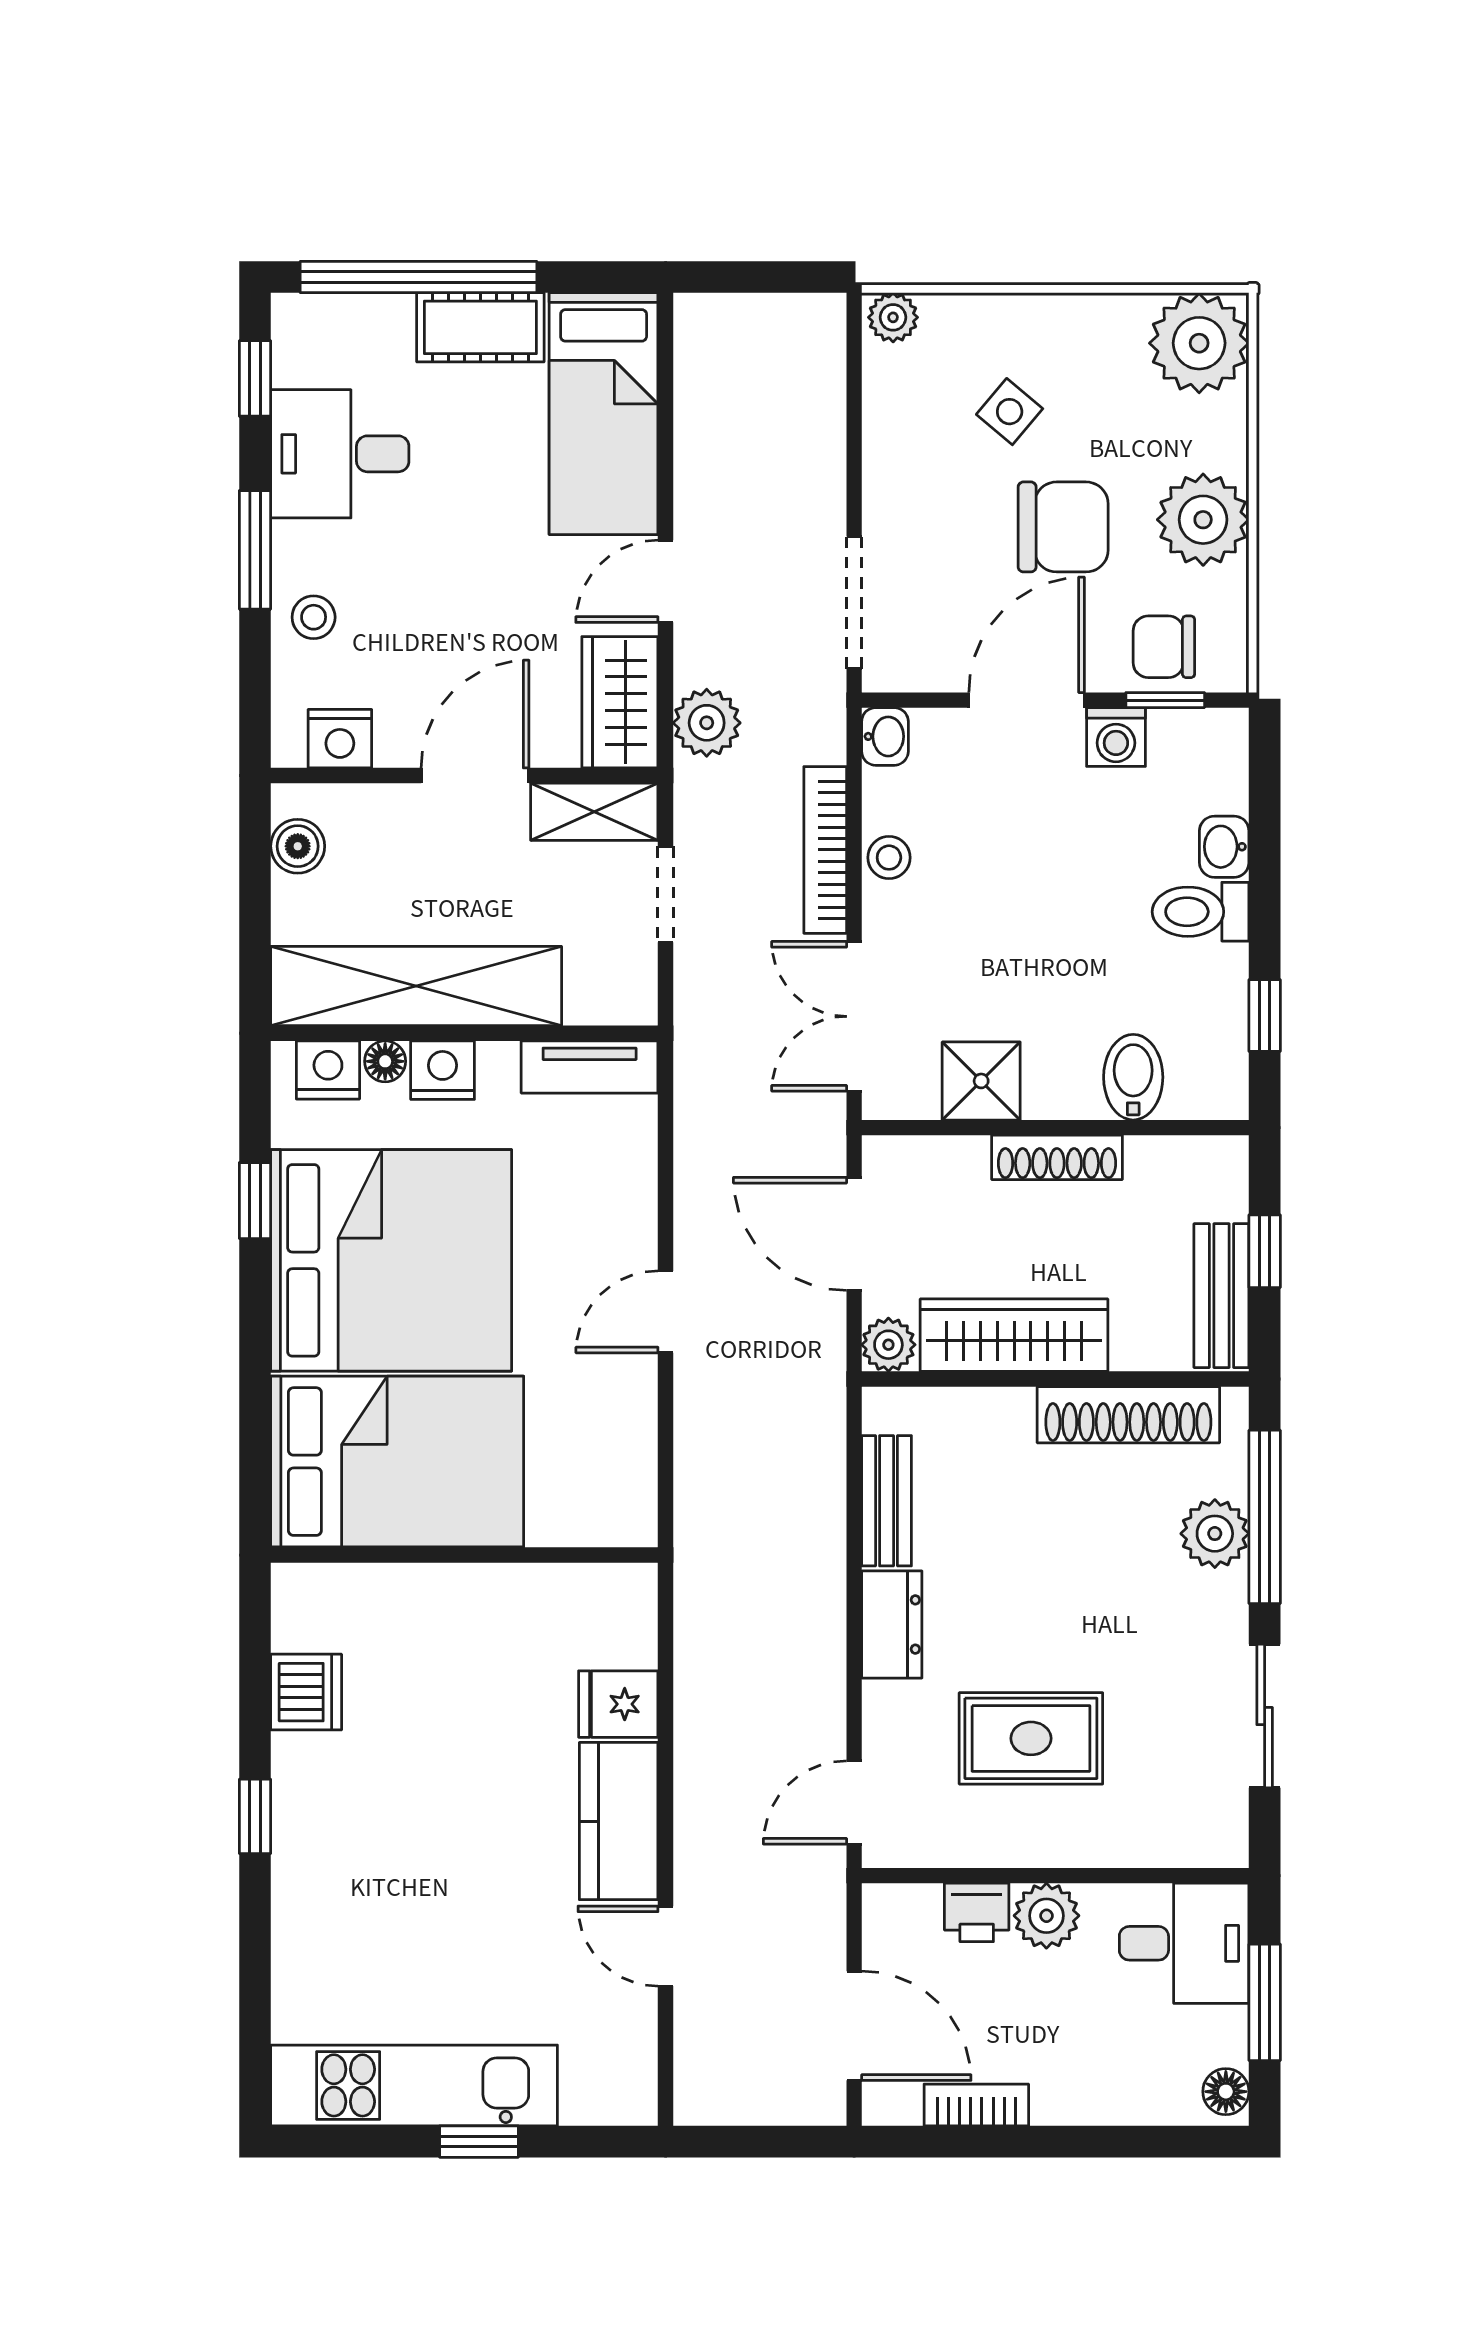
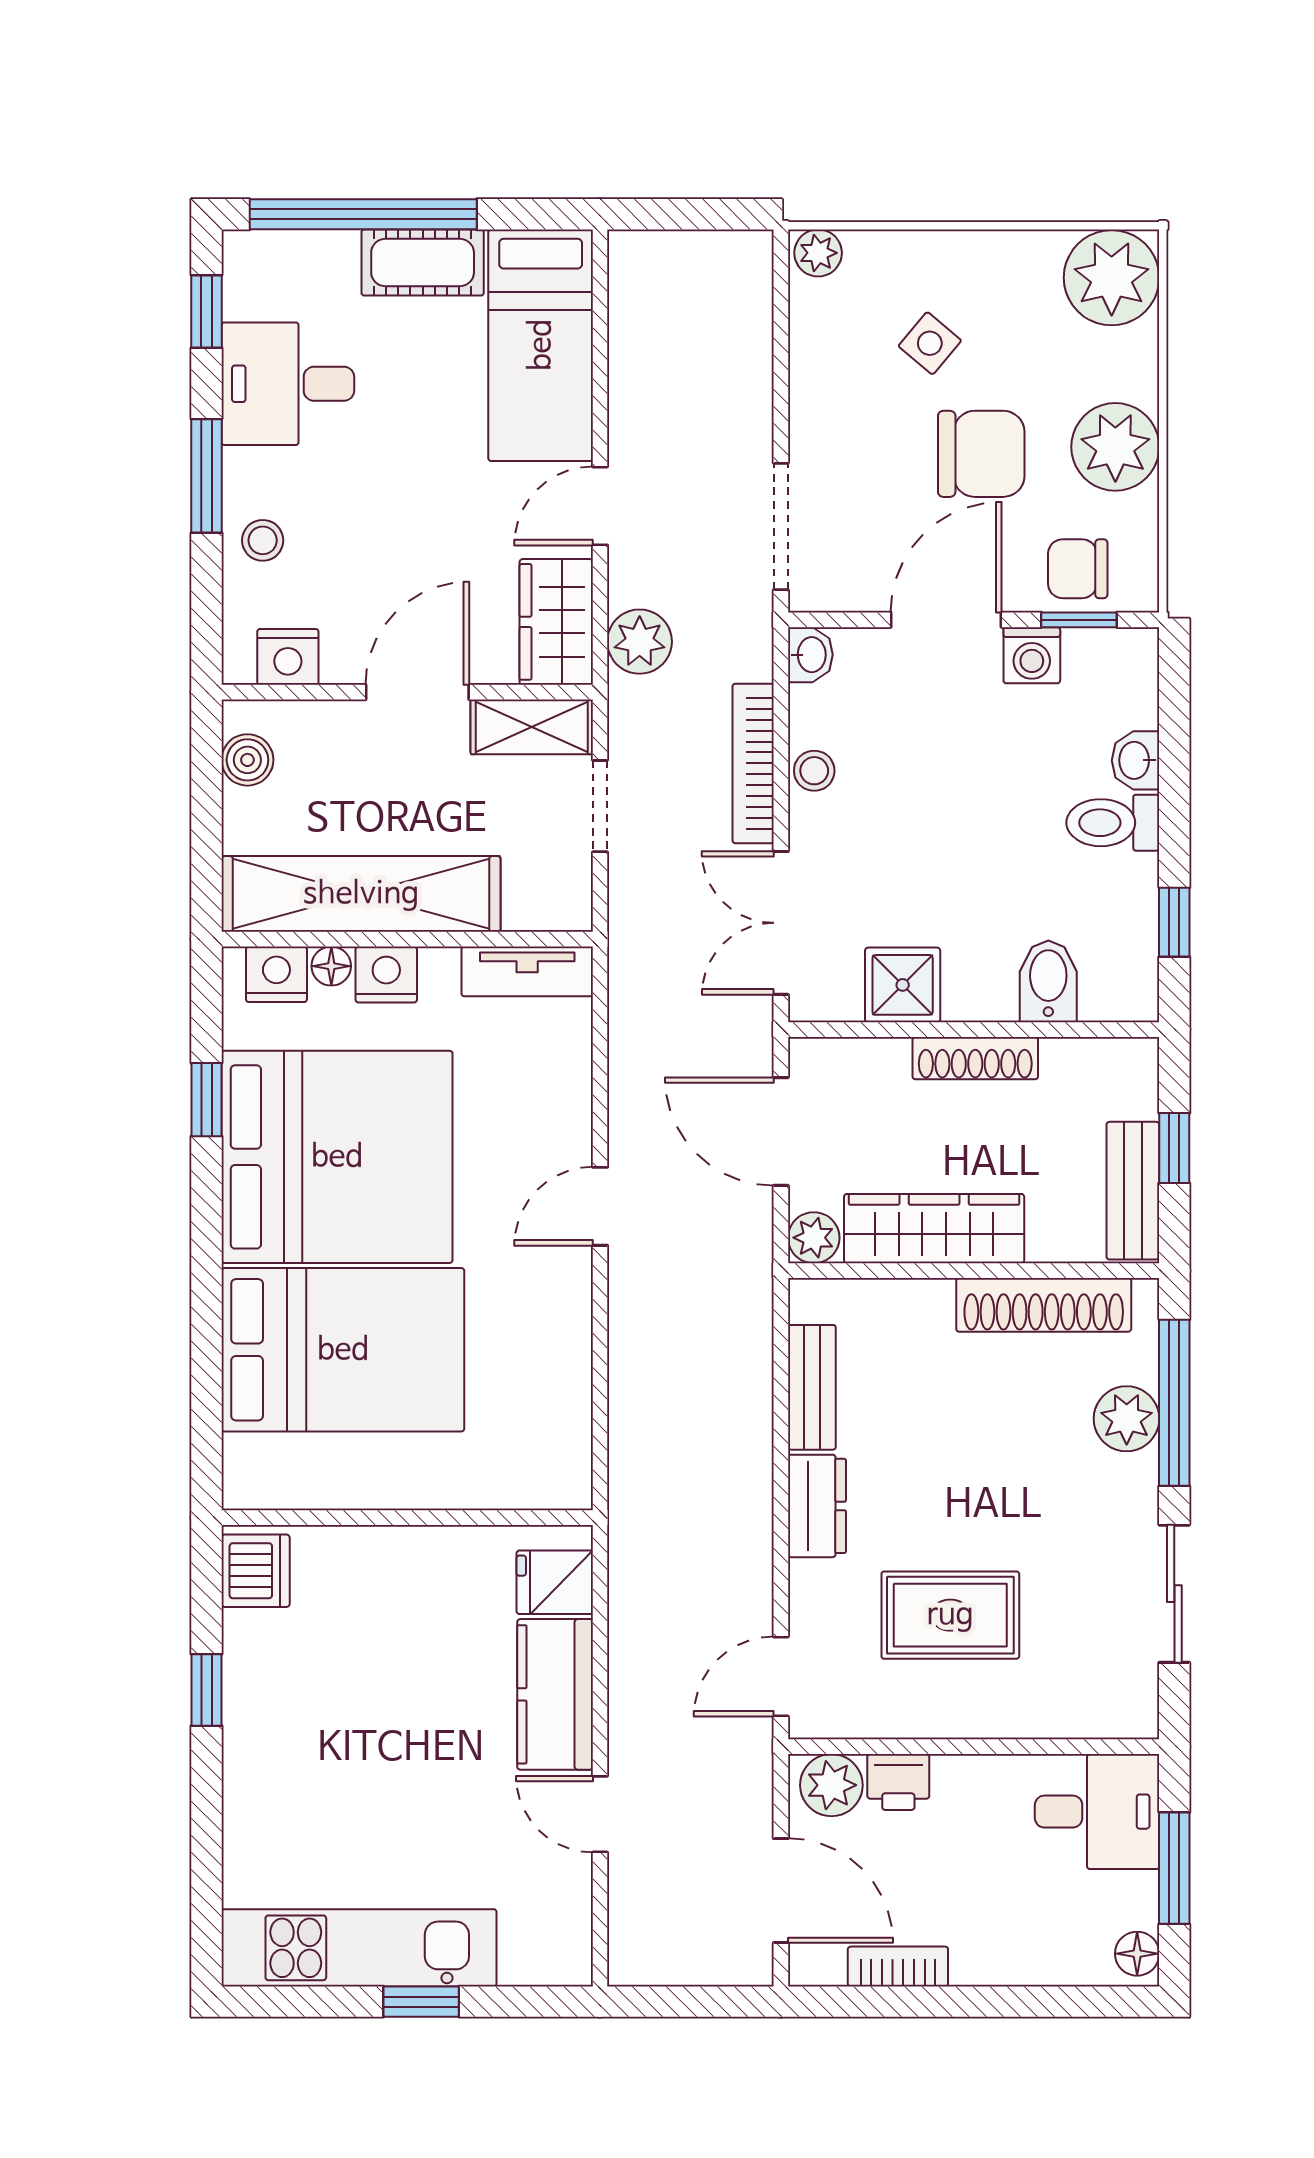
wall: (464, 1555) -> (407, 1518), moved
plant: (1046, 1916) -> (831, 1785), moved

